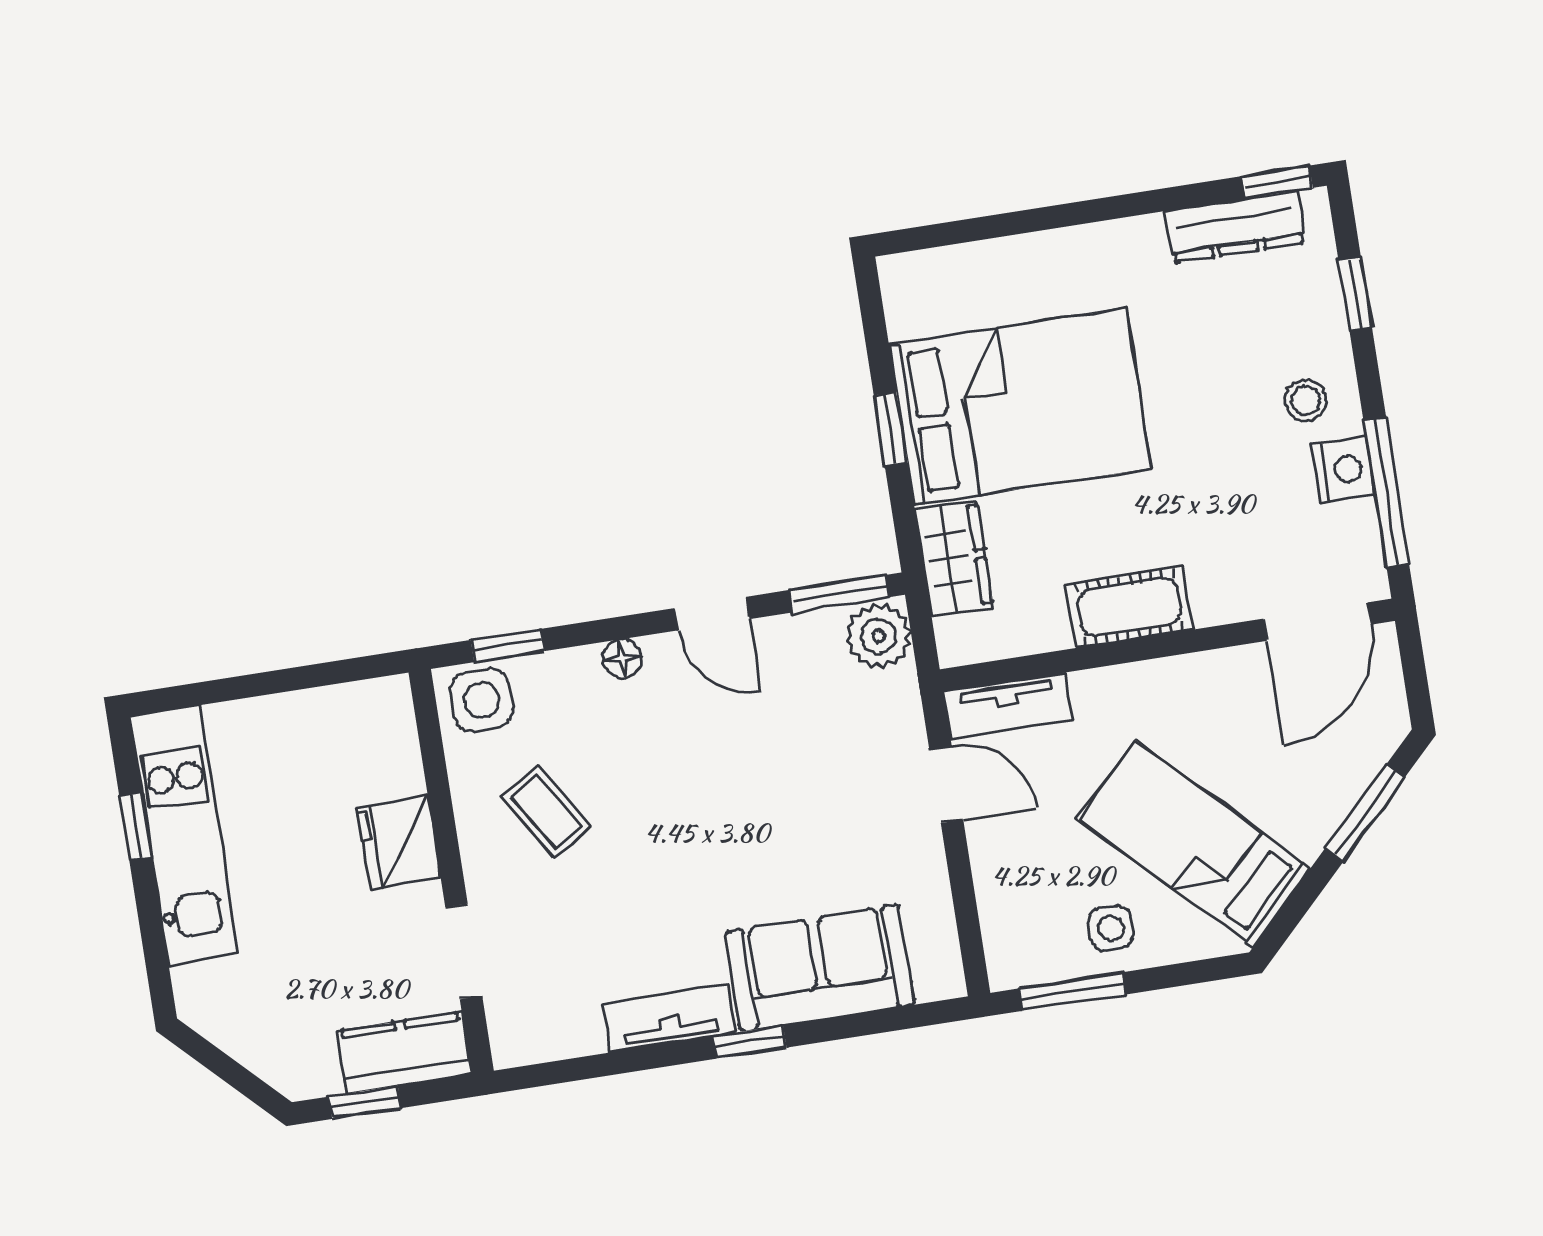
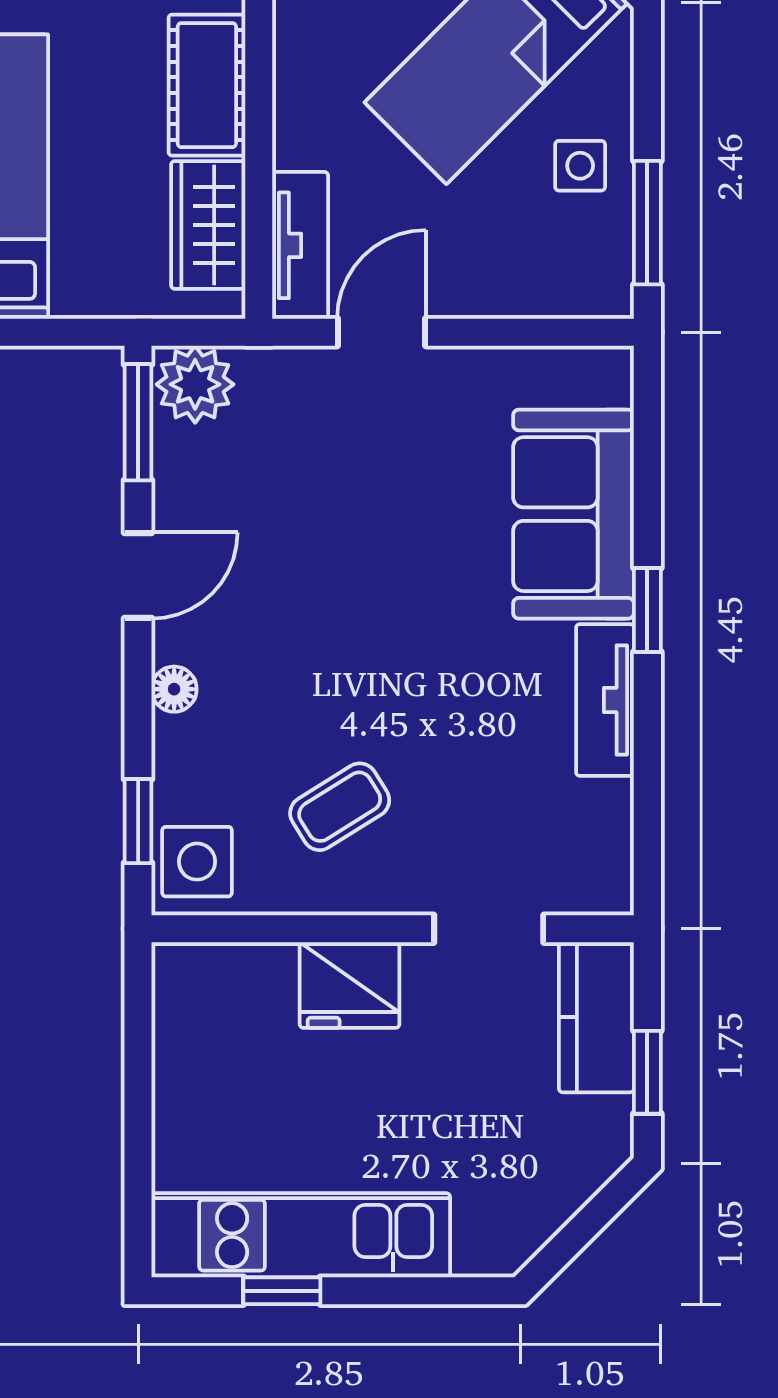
wardrobe: (954, 558) -> (208, 225), moved, turned -90

